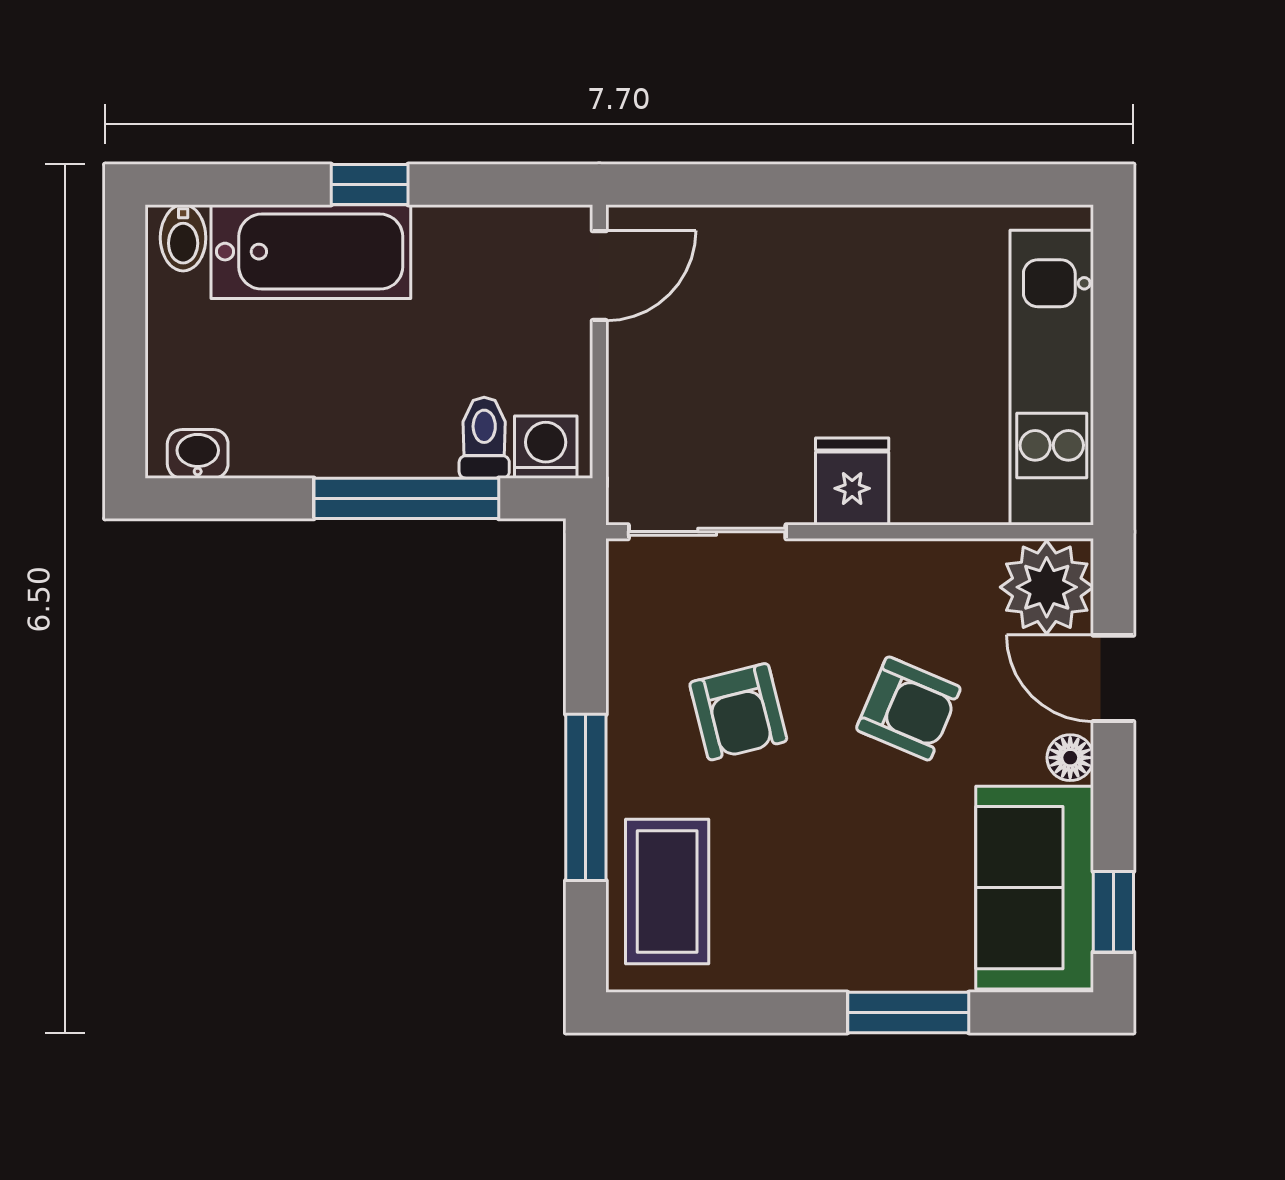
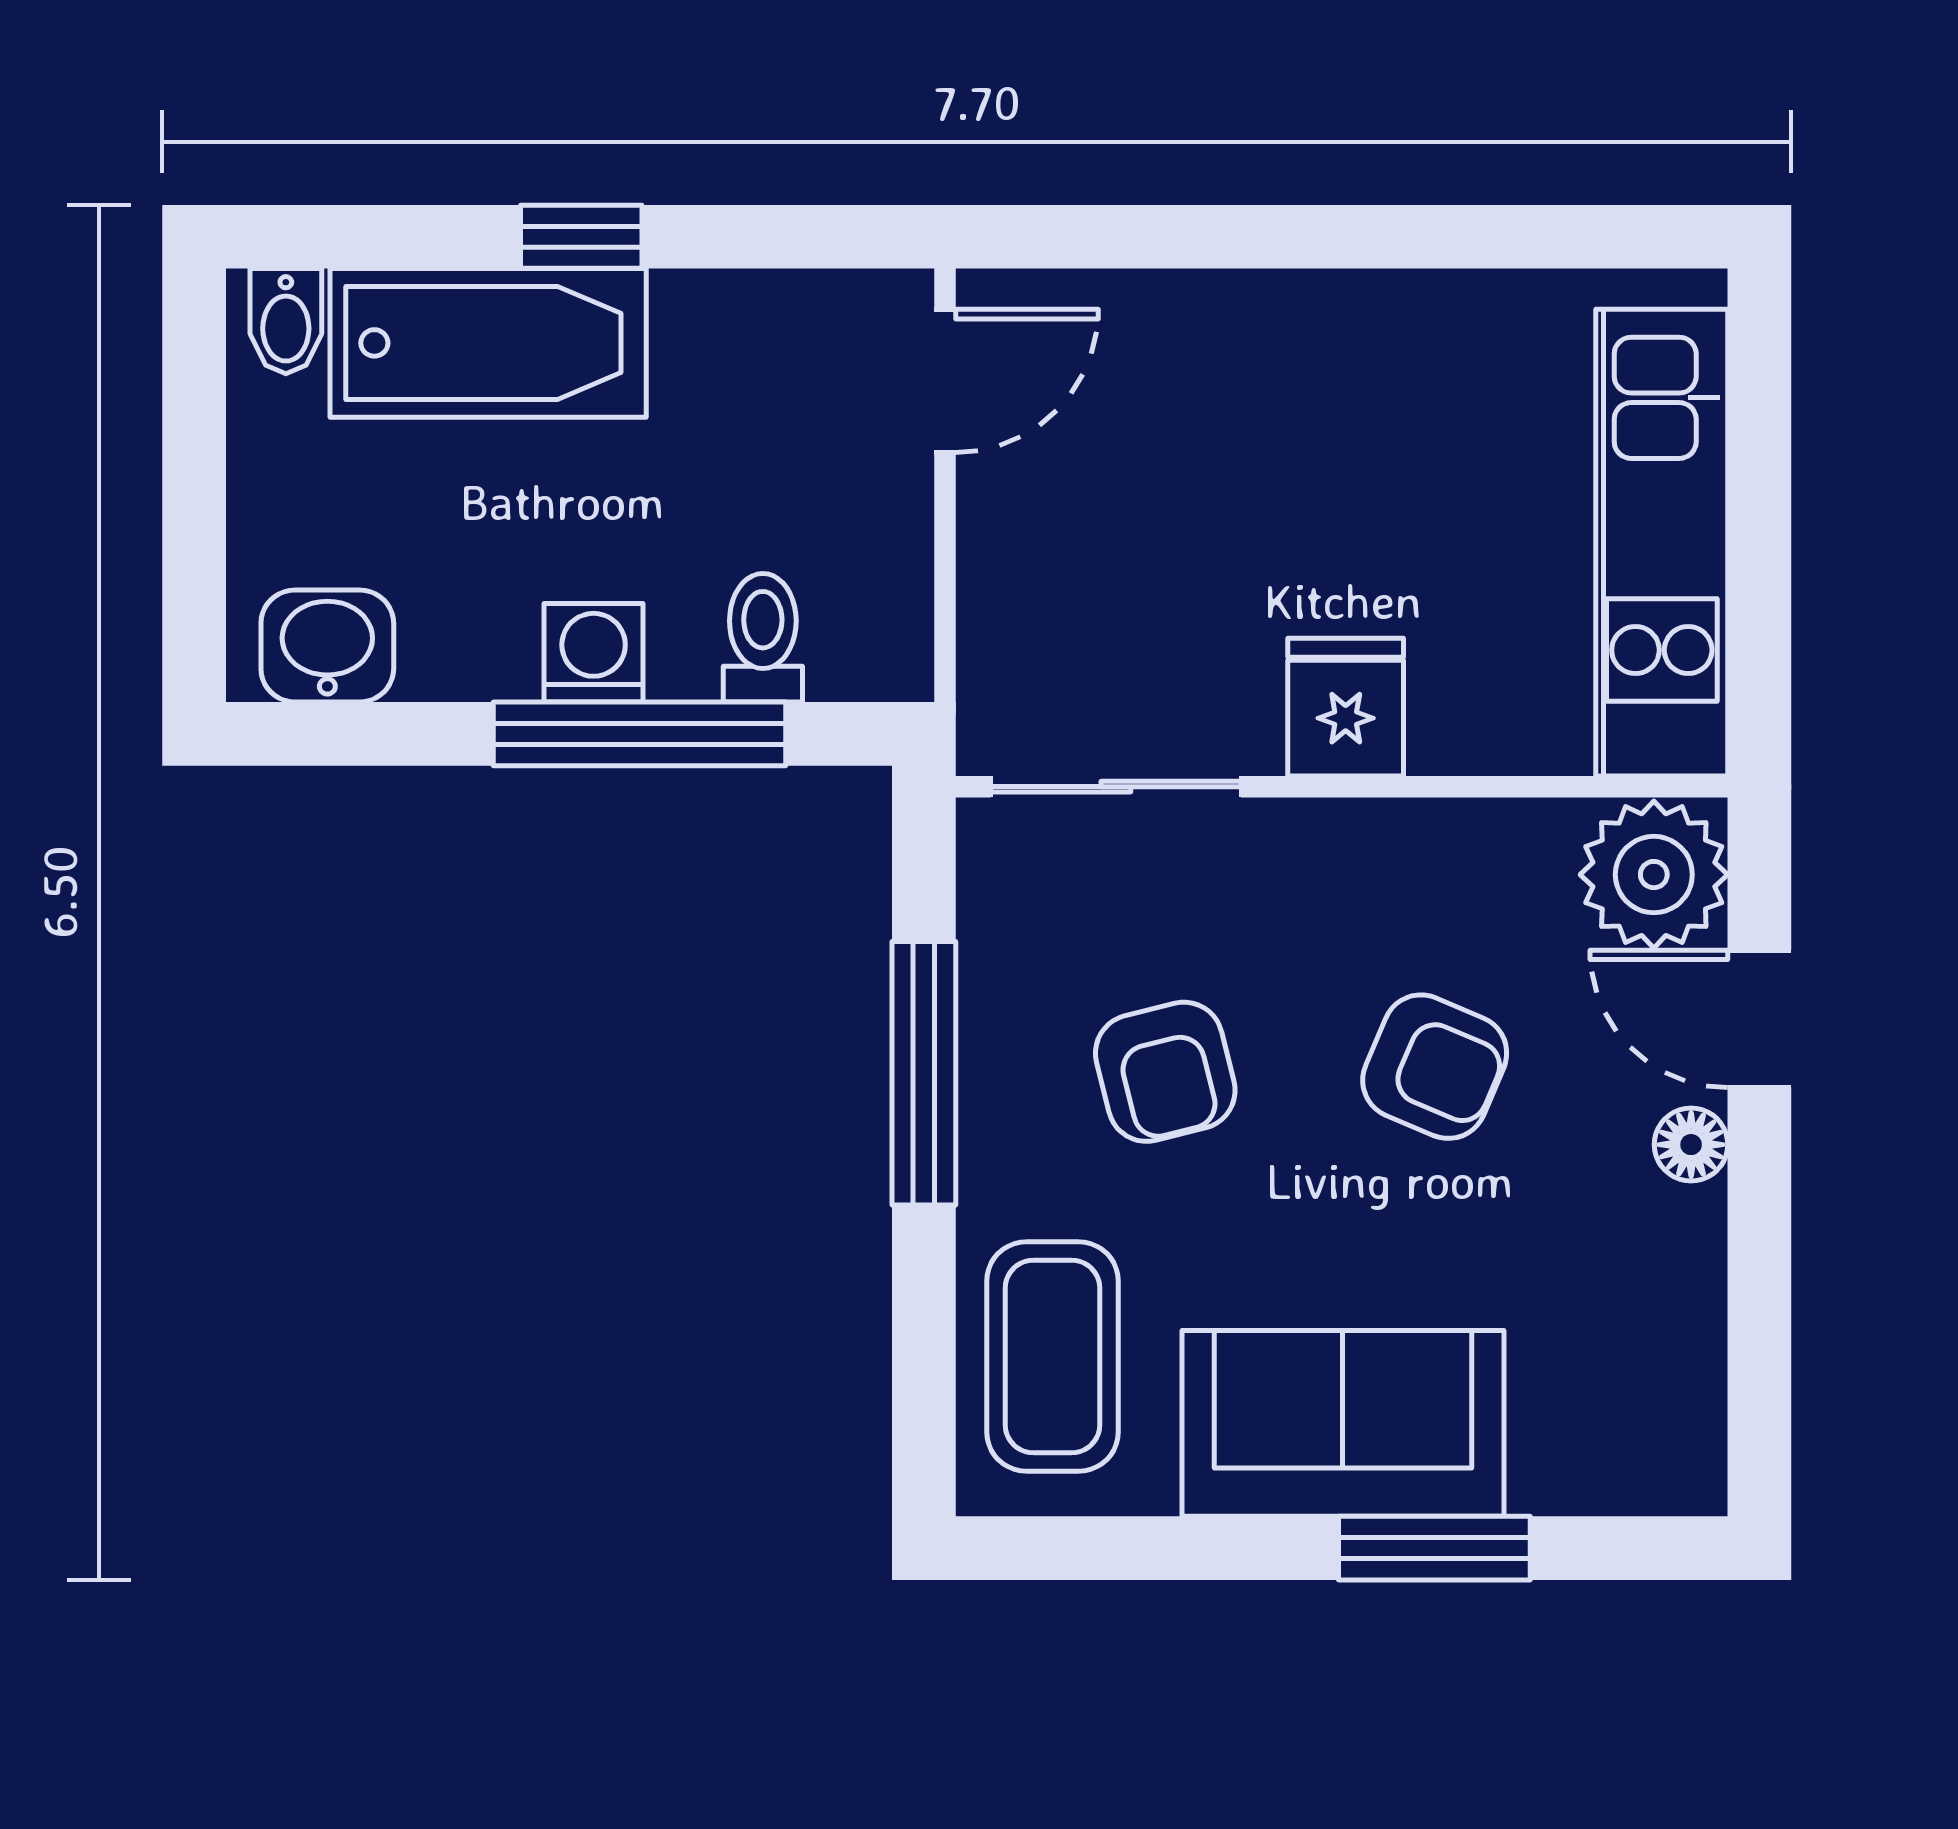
washing machine: (546, 447) -> (594, 653), moved
washbasin: (198, 454) -> (327, 646), width x1.38, depth x1.45
window: (586, 797) -> (924, 1073), moved
sofa: (1035, 888) -> (1343, 1423), moved, turned 90
window: (1113, 912) -> (1759, 1389), removed

